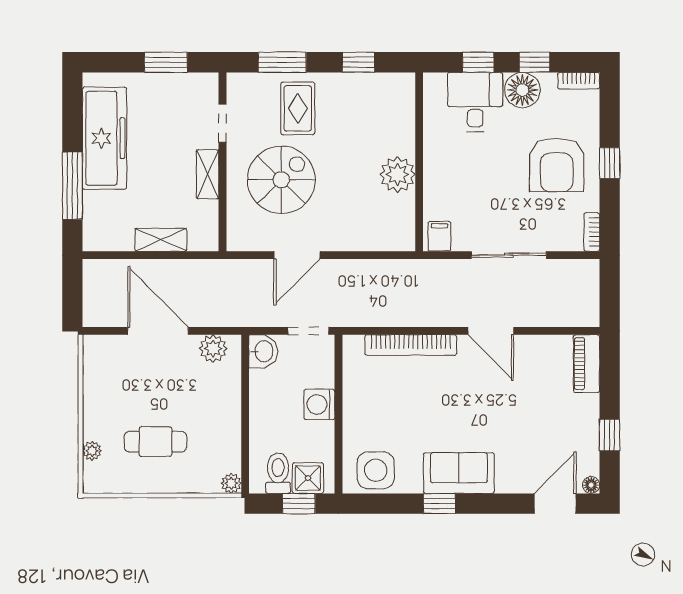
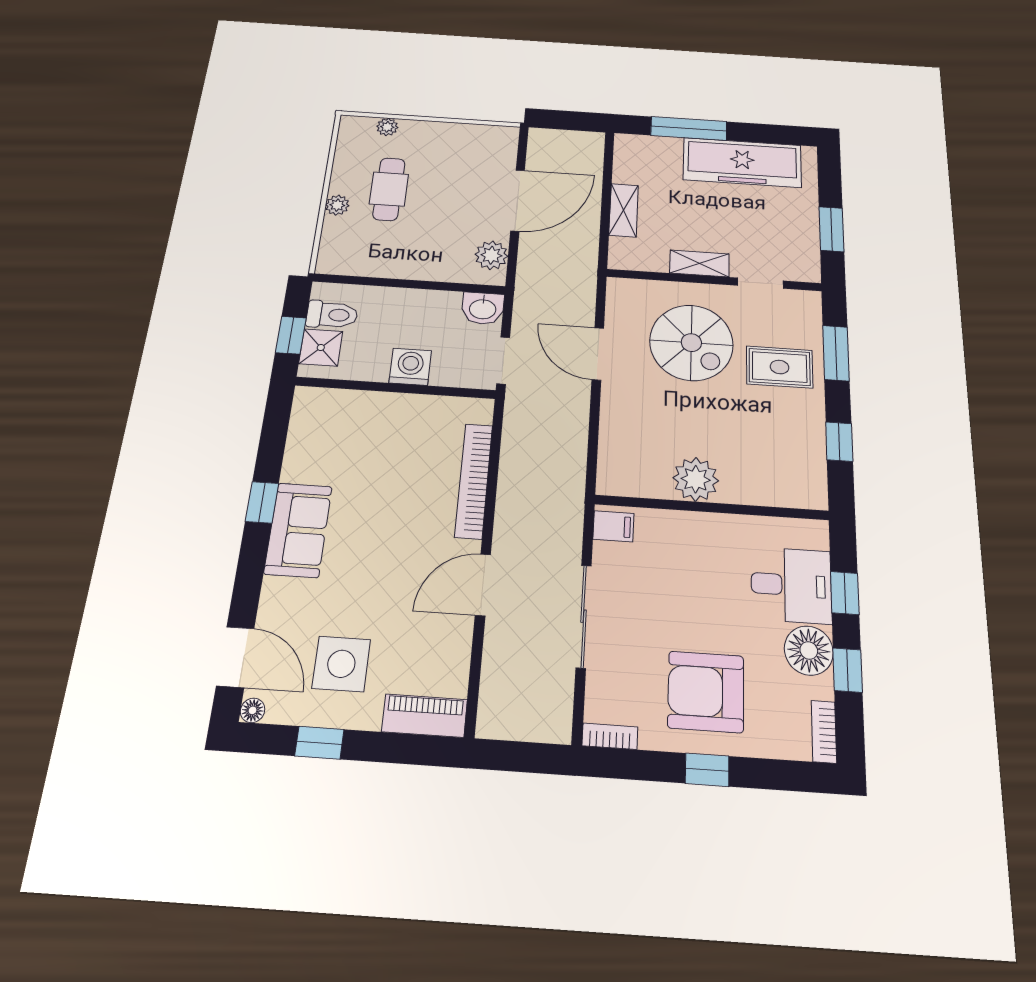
side table: (376, 470) -> (341, 664), moved
plant: (231, 483) -> (337, 205), moved

